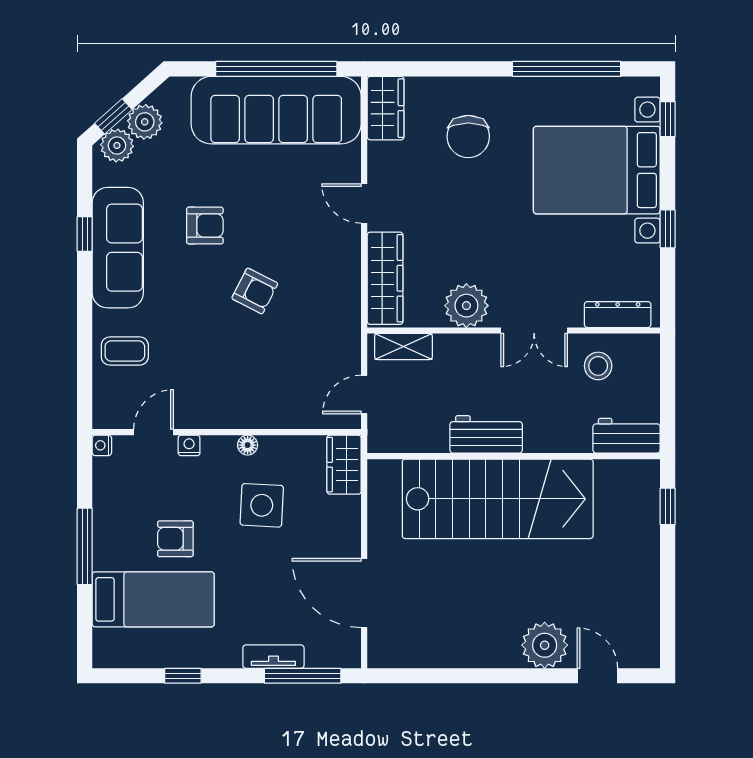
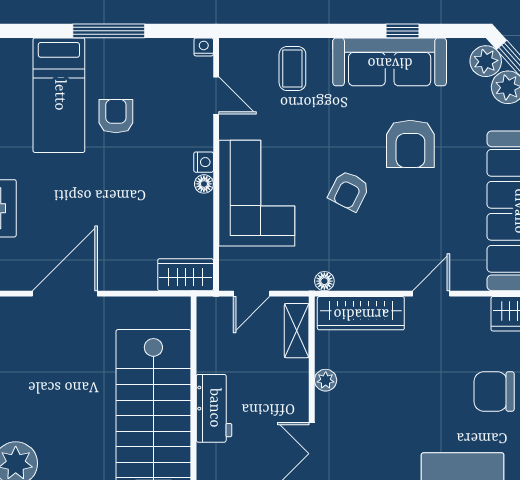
armchair: (205, 226) -> (410, 144), width x1.38, depth x1.38
plant: (466, 306) -> (326, 380), width x0.53, depth x0.53
floor lamp: (351, 317) -> (324, 281), added
corner sofa: (257, 389) -> (257, 193), added
door: (364, 394) -> (252, 294), swing flipped
nightstand: (189, 445) -> (204, 162), moved
side table: (262, 505) -> (147, 197), removed

